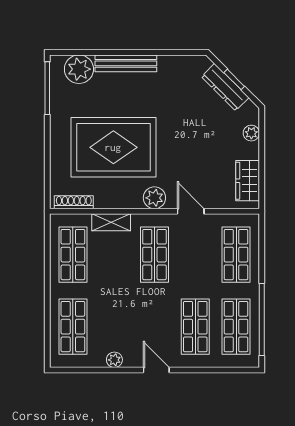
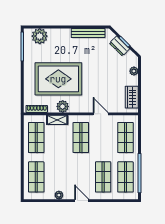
bench: (126, 63) -> (88, 33), moved
dresser: (225, 87) -> (119, 46), width x0.70
plant: (154, 198) -> (63, 106), moved

